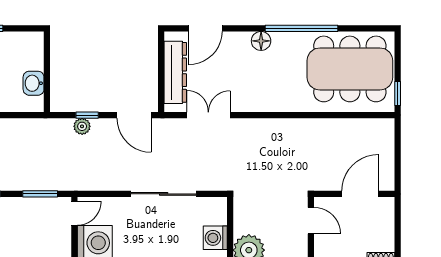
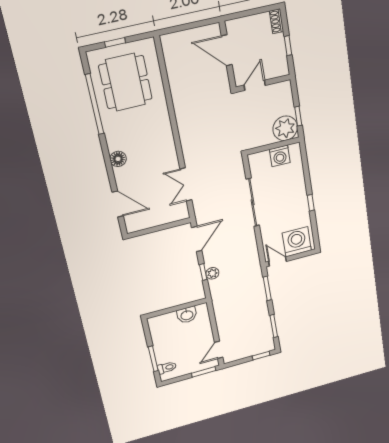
window: (302, 28) -> (95, 104), moved
dining table: (350, 69) -> (125, 82), width x0.73, depth x0.80
dresser: (175, 72) -> (157, 218), removed
window: (398, 94) -> (115, 42), moved

